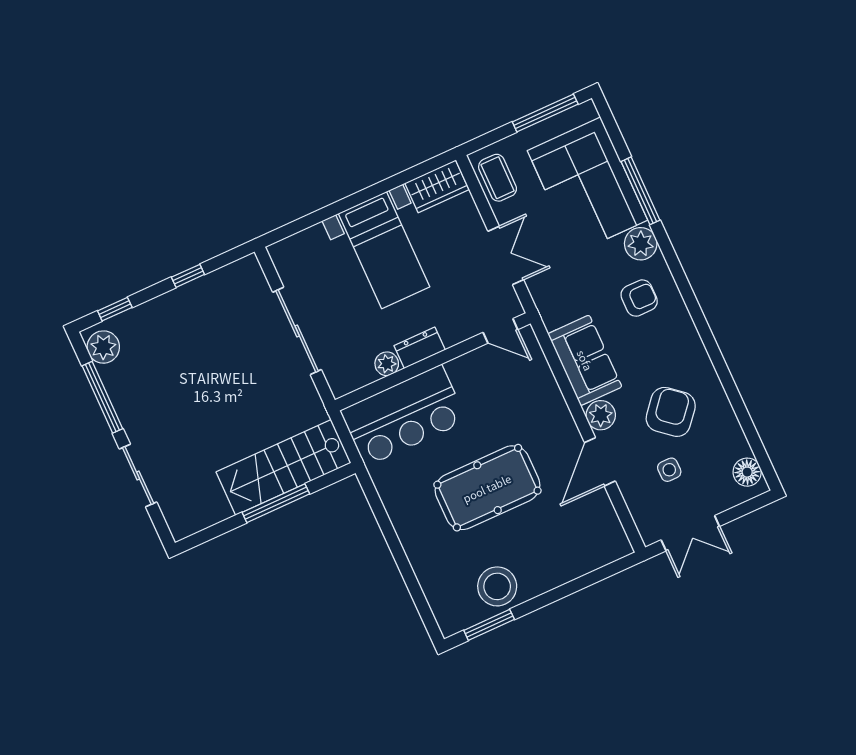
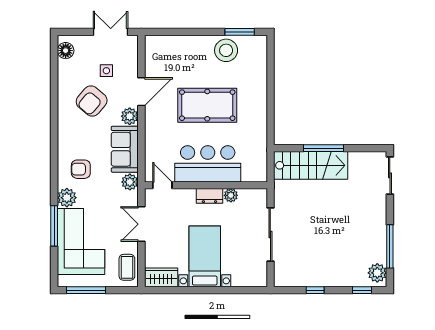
plant: (554, 313) -> (130, 182), added
bar counter: (403, 416) -> (208, 164), moved
sliding door: (138, 475) -> (390, 175), moved

